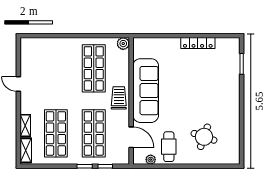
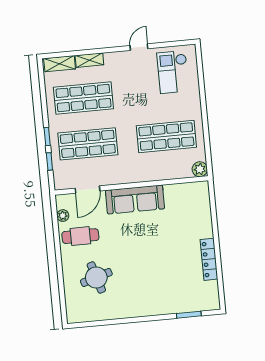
checkout: (41, 58) -> (173, 72), added
sofa: (146, 91) -> (135, 199), width x0.74, depth x0.79
trolley: (119, 98) -> (134, 170), removed
round table: (204, 137) -> (96, 277), turned -36

